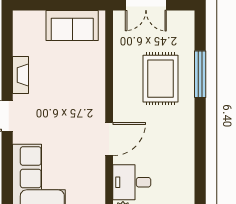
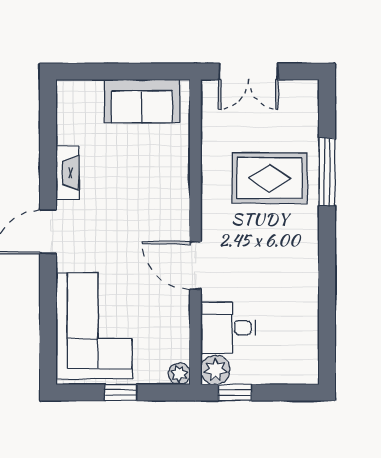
rug: (161, 79) -> (270, 178), turned 90
door: (109, 139) -> (195, 265), swing flipped

